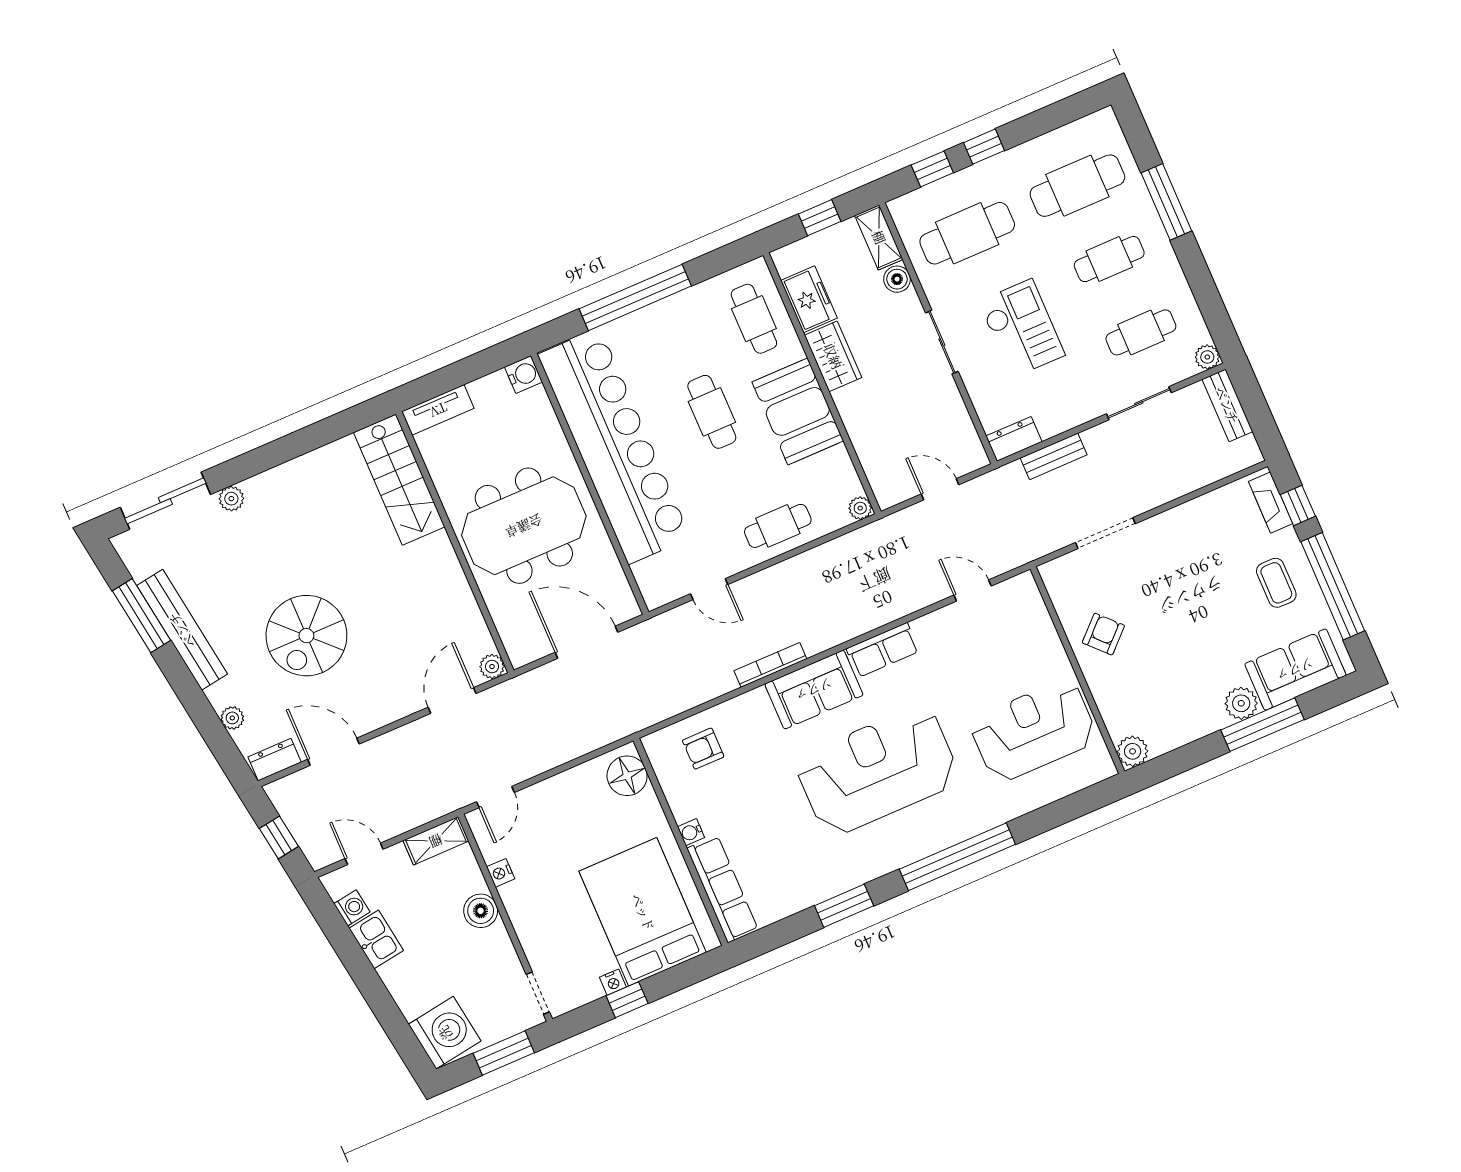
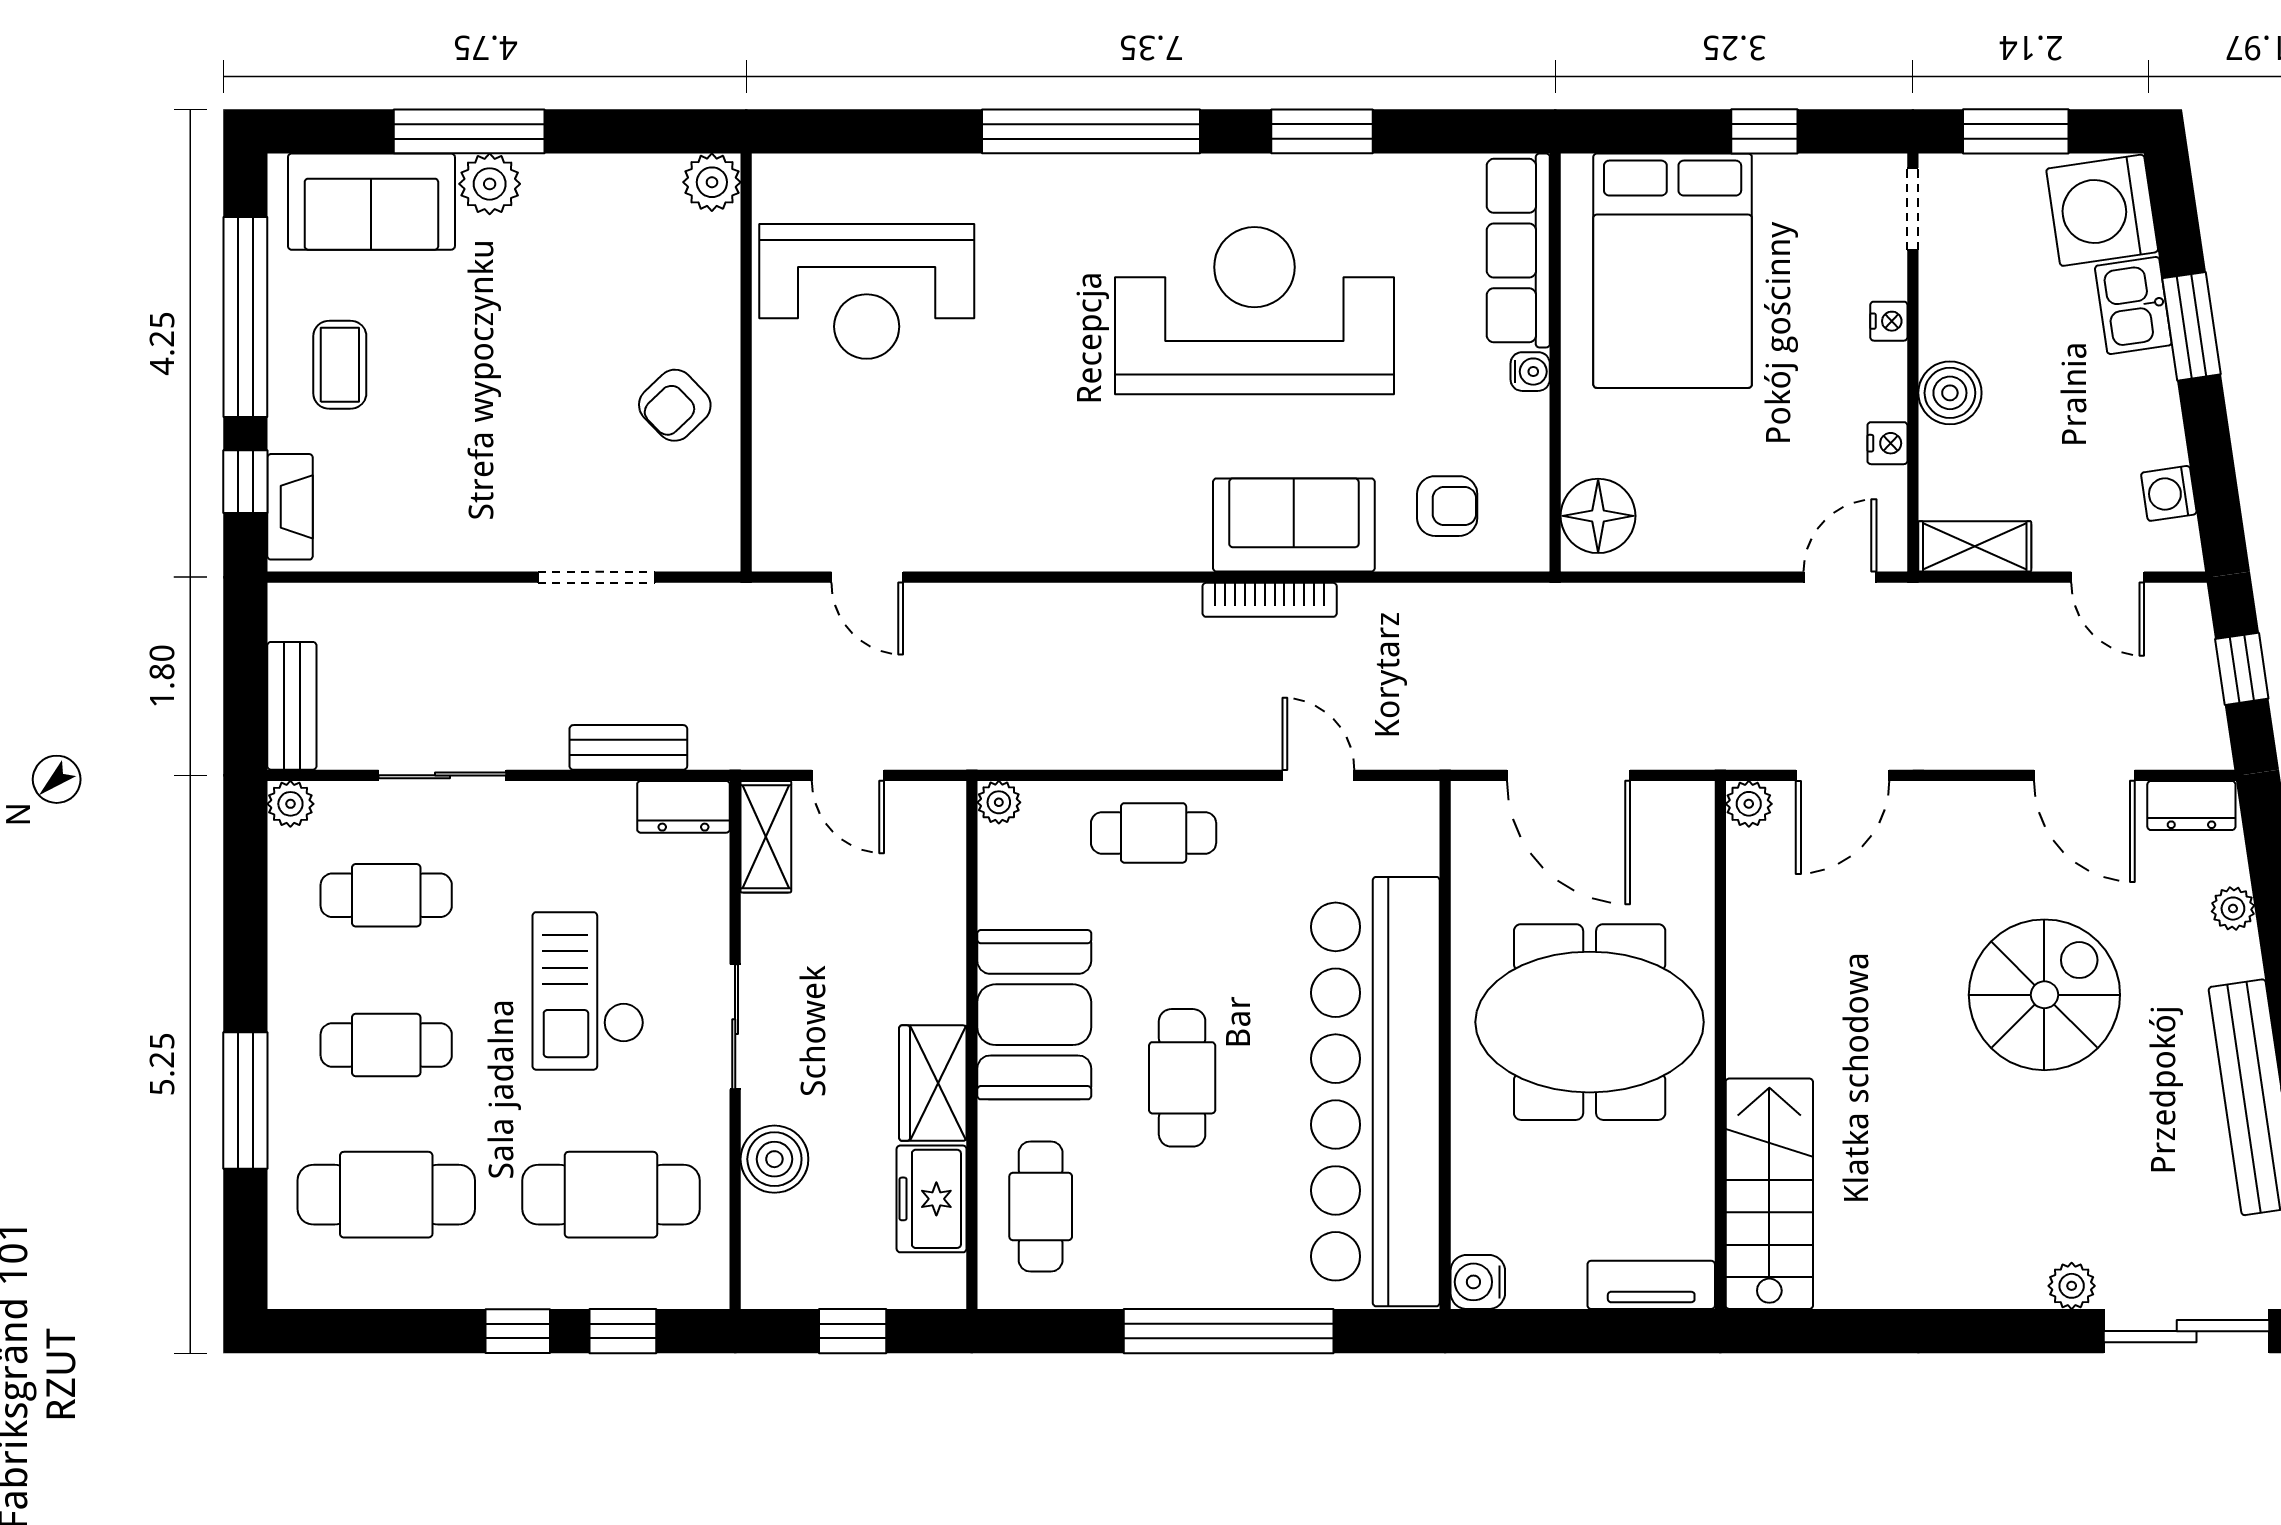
shelving: (879, 237) -> (766, 837), moved
boiler: (897, 279) -> (774, 1159), width x1.36, depth x1.36
row of seats: (883, 650) -> (1066, 542), removed
sofa: (814, 690) -> (1294, 525), moved
reception desk: (877, 770) -> (1254, 311), moved, turned 180
kitchen sink: (376, 939) -> (2133, 306), moved
nightstand: (613, 982) -> (1889, 321), moved, turned 90
window: (376, 995) -> (2191, 326), added

